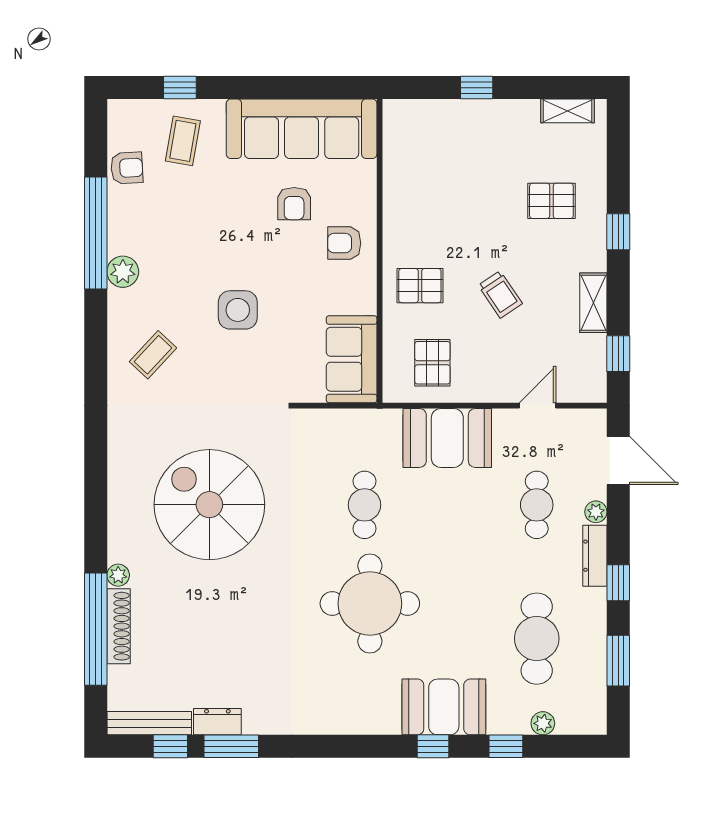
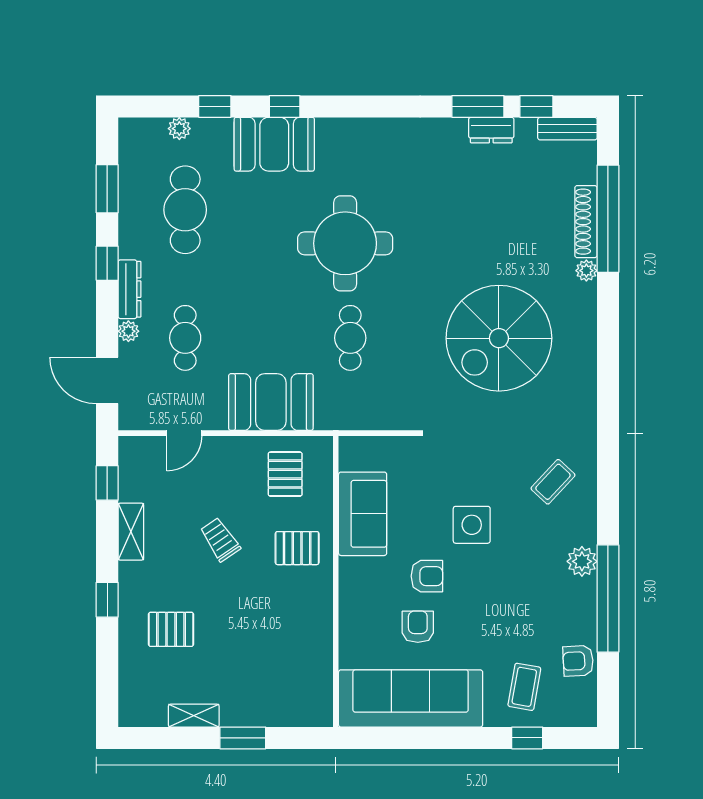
window: (477, 88) -> (243, 738), width x1.50
shelving: (567, 111) -> (194, 716), moved
armchair: (344, 243) -> (427, 576), moved
sofa: (352, 359) -> (363, 514), moved
spiral stairs: (209, 505) -> (499, 338), turned 90
bench: (149, 723) -> (567, 129), width x0.73

